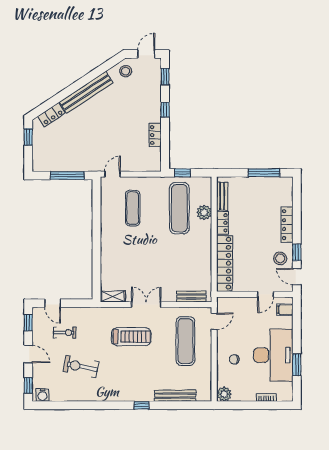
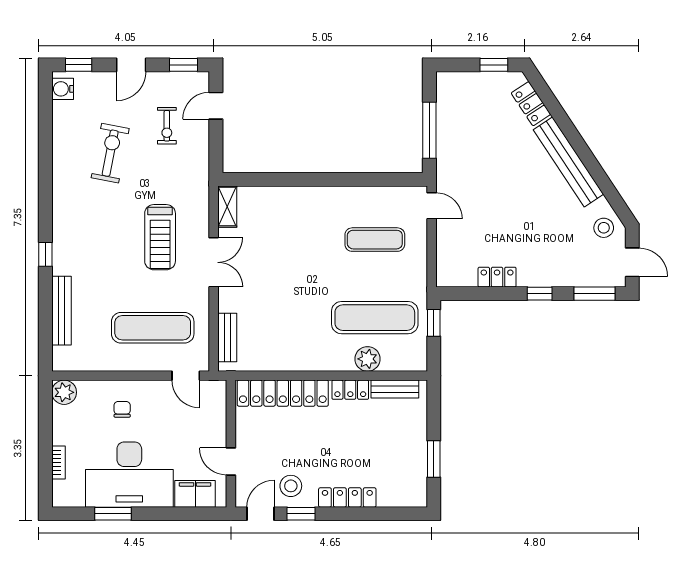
window: (165, 77) -> (595, 294), width x1.50
window: (264, 173) -> (434, 459), width x0.69
filing cabinet: (285, 310) -> (195, 494), width x2.00

